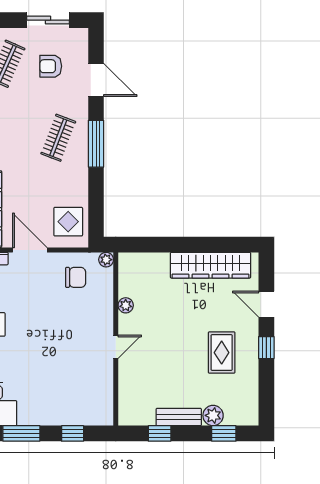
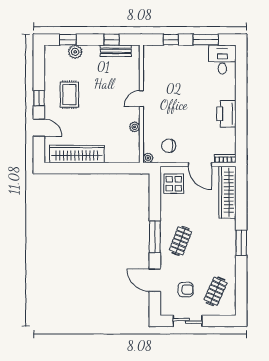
bench: (179, 417) -> (116, 51), moved

